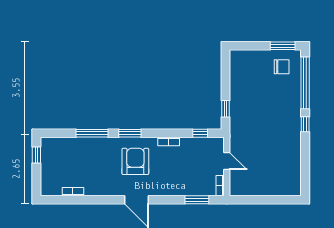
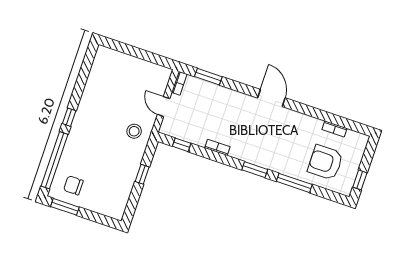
window: (226, 109) -> (142, 174), moved
stool: (245, 131) -> (134, 131), added
armchair: (135, 161) -> (325, 162), moved, turned 90

